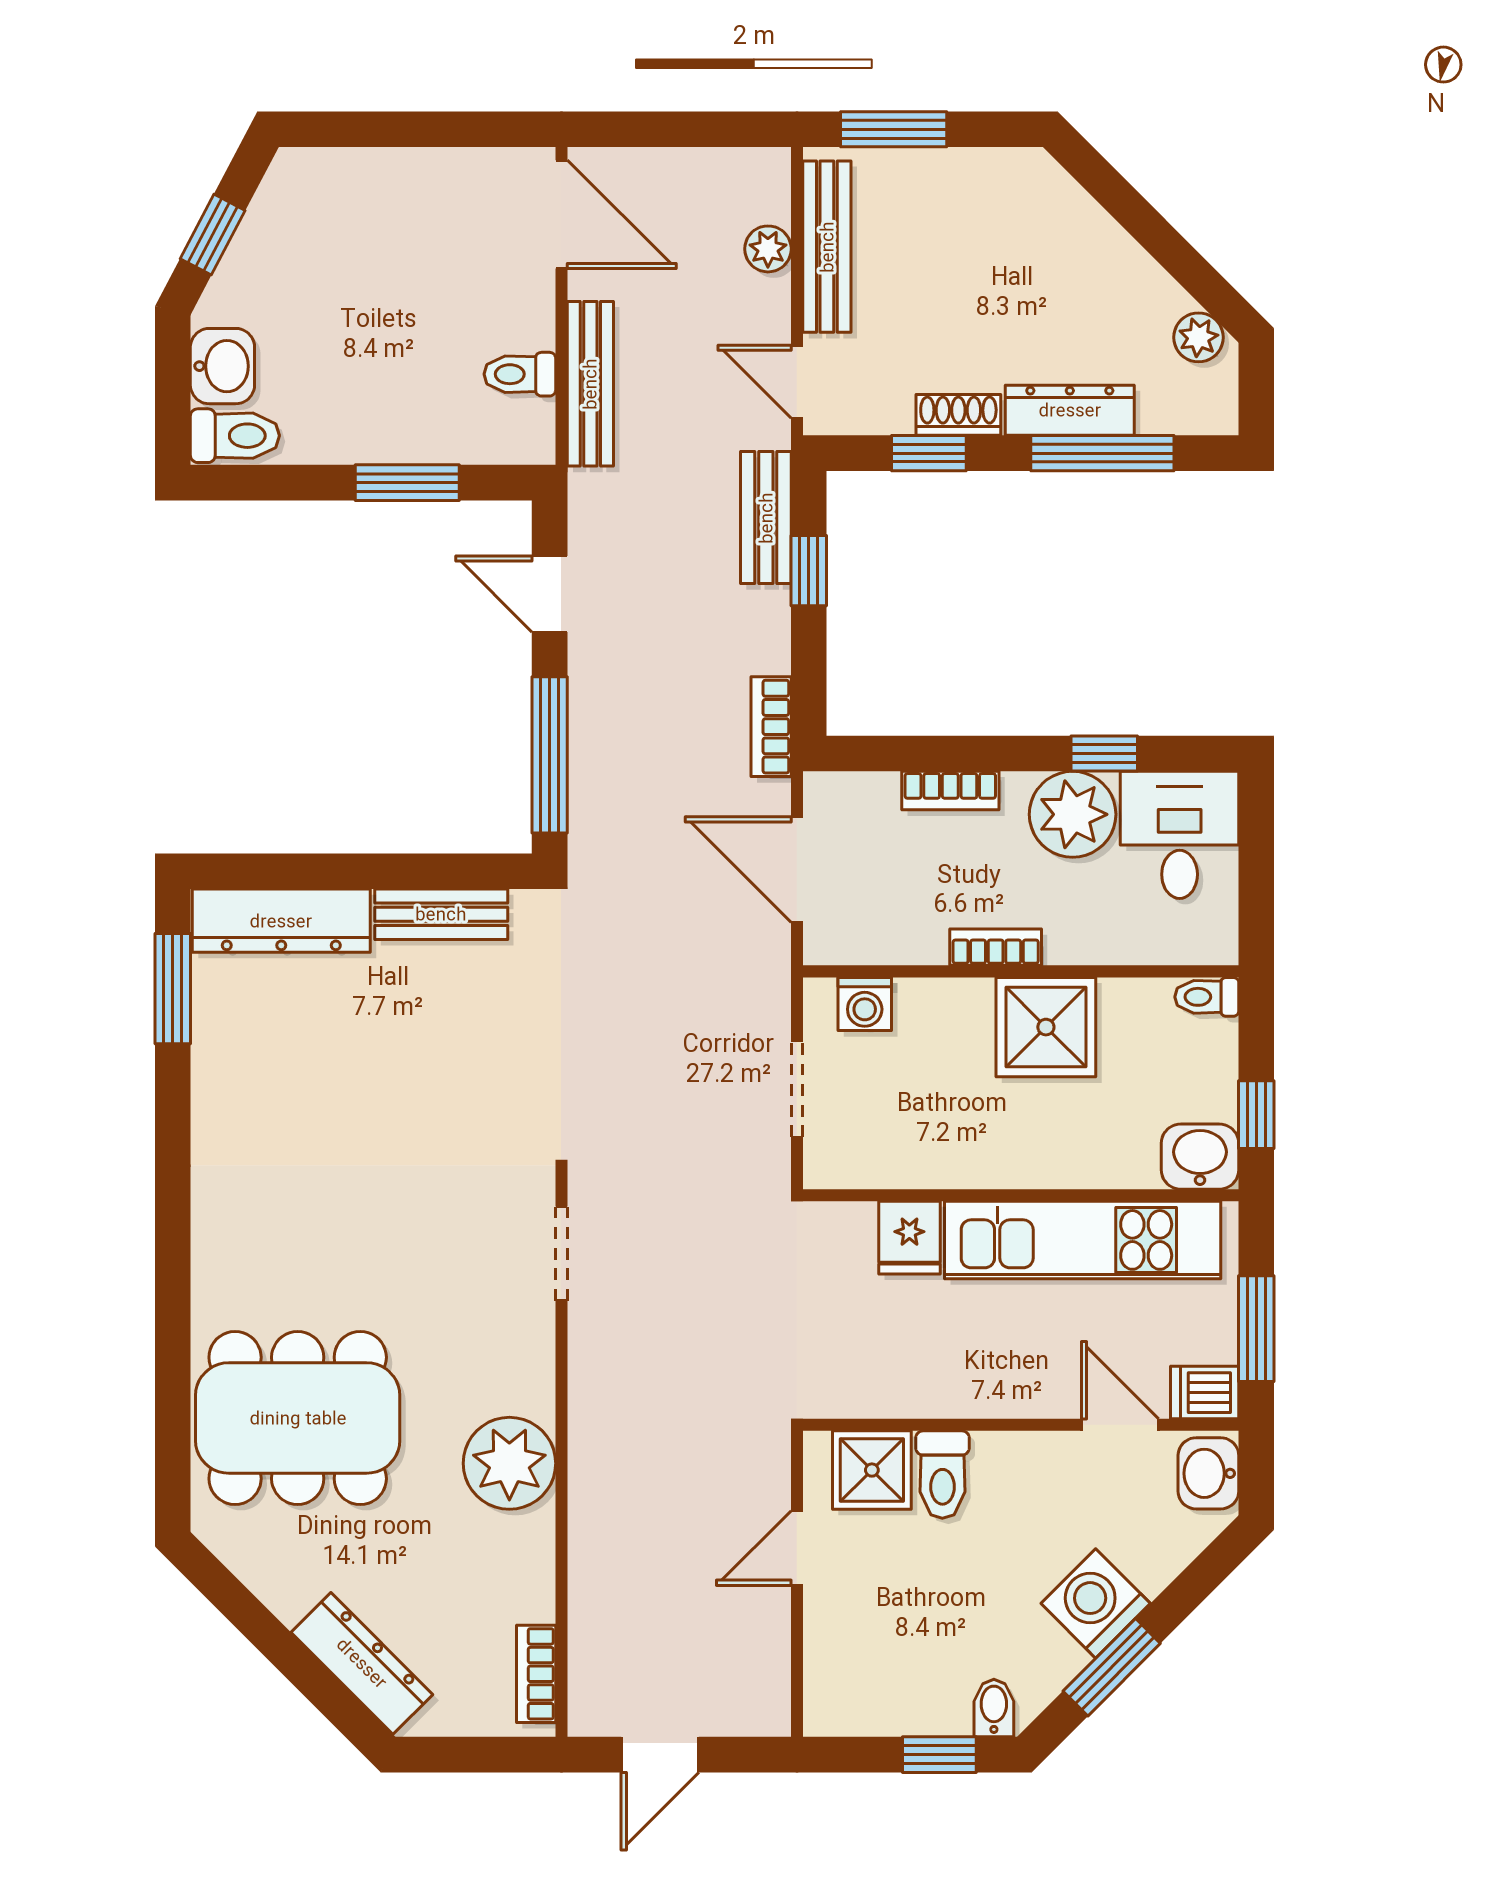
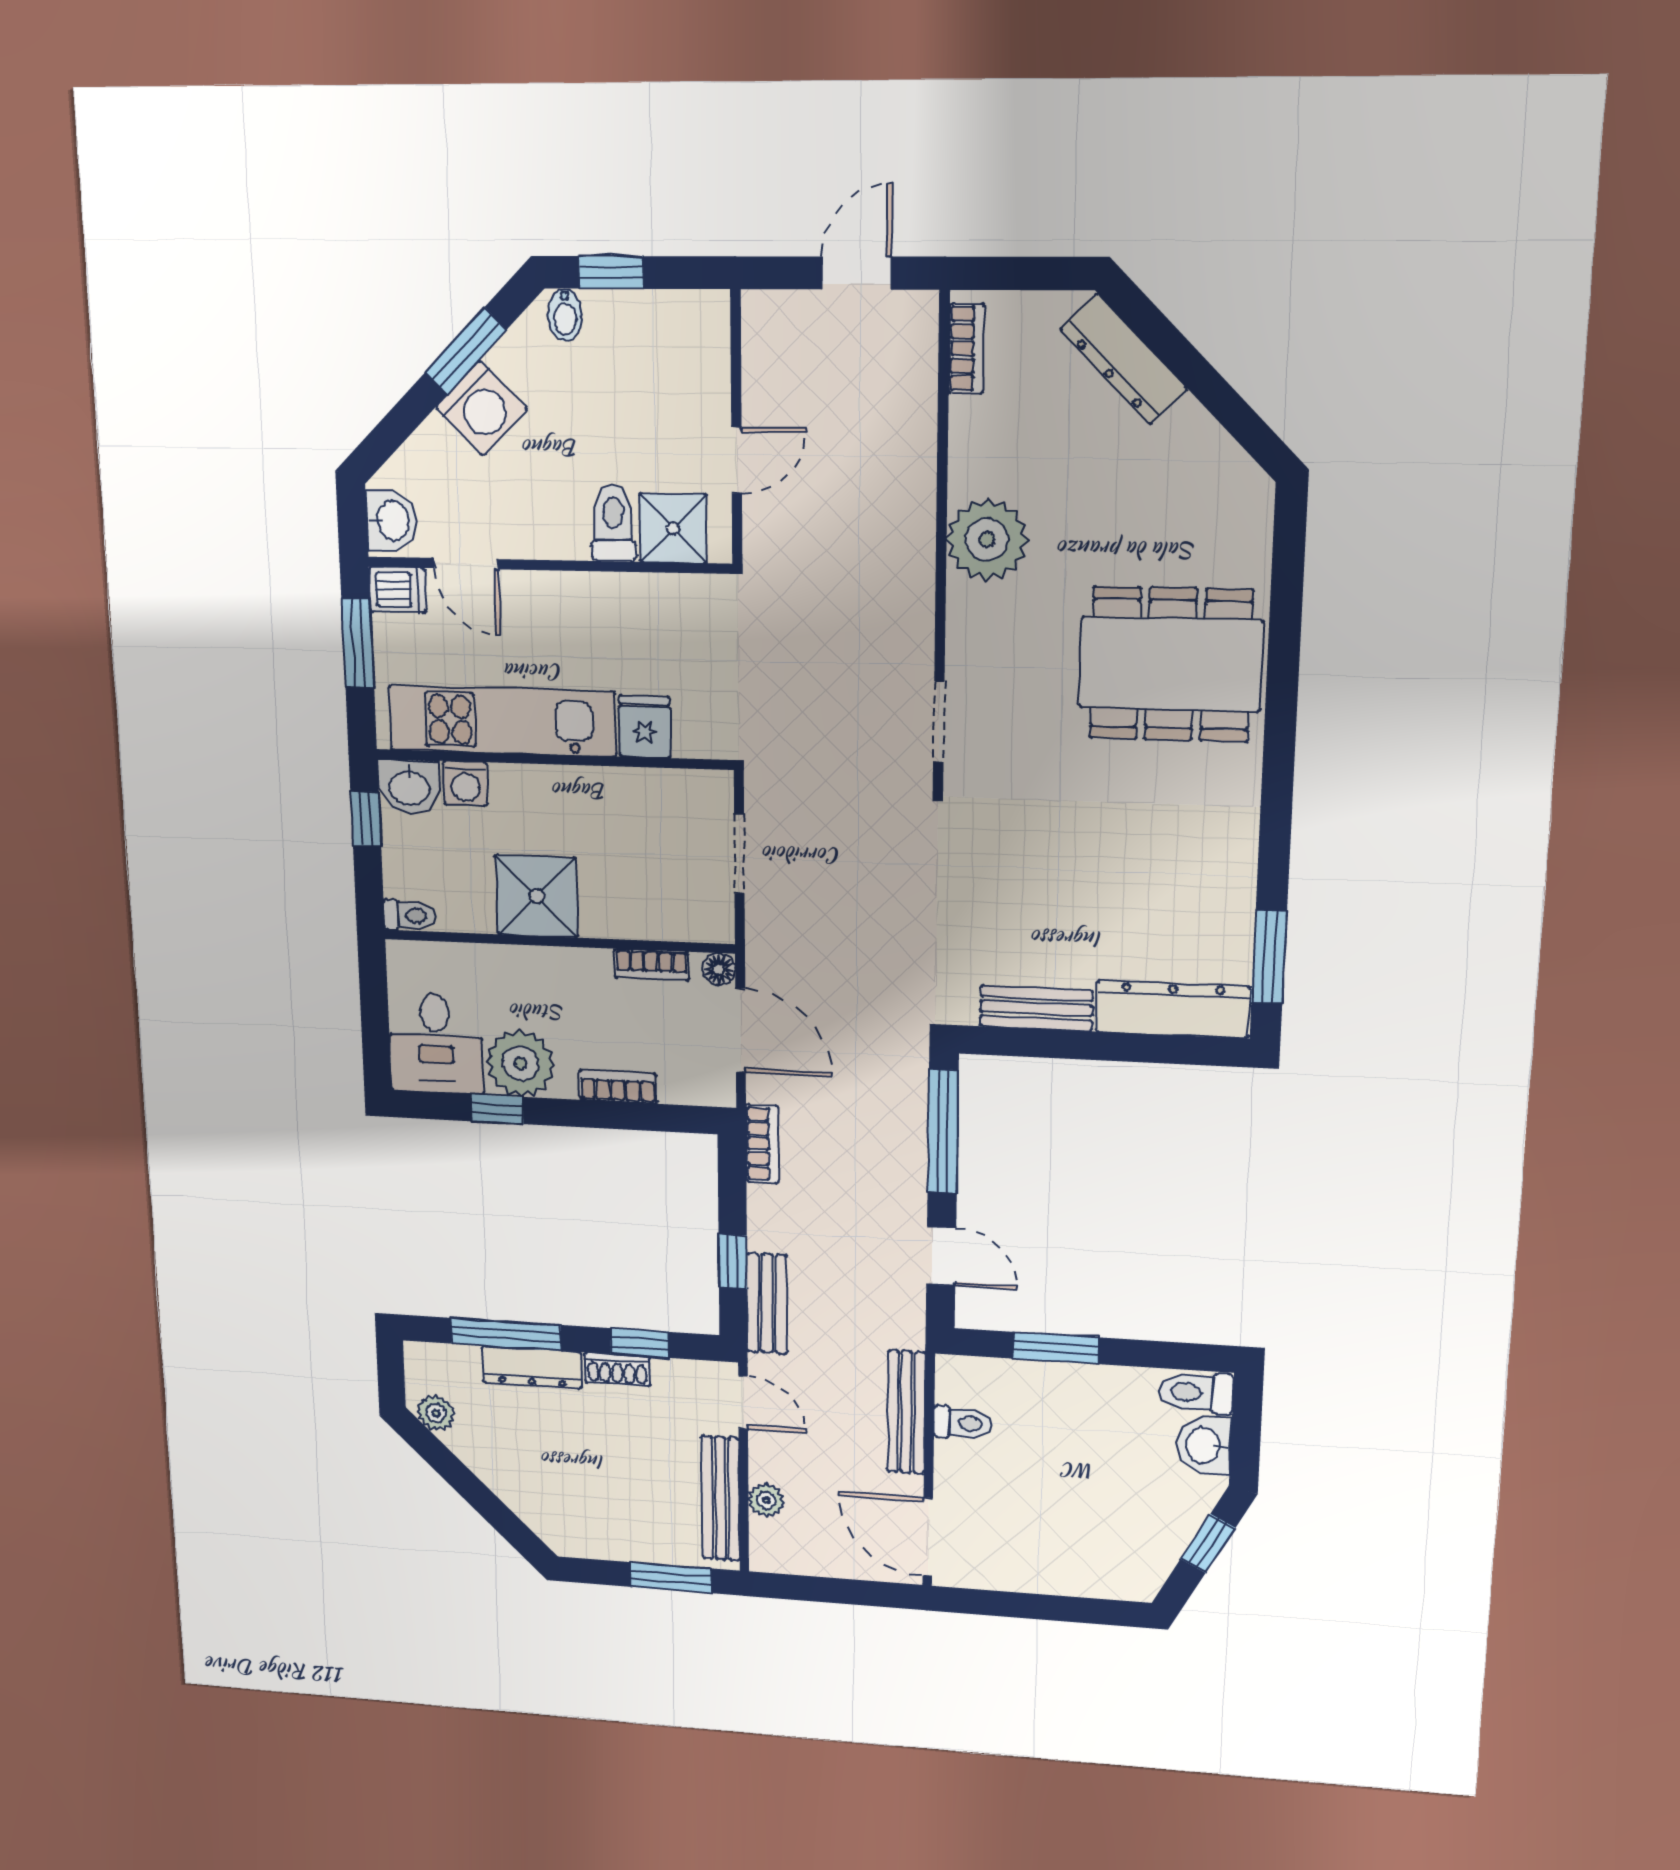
floor lamp: (823, 945) -> (719, 969), added
bookcase: (996, 947) -> (651, 965), moved
washing machine: (865, 1004) -> (465, 784), moved, turned 180
dining table: (298, 1418) -> (1171, 664), moved

